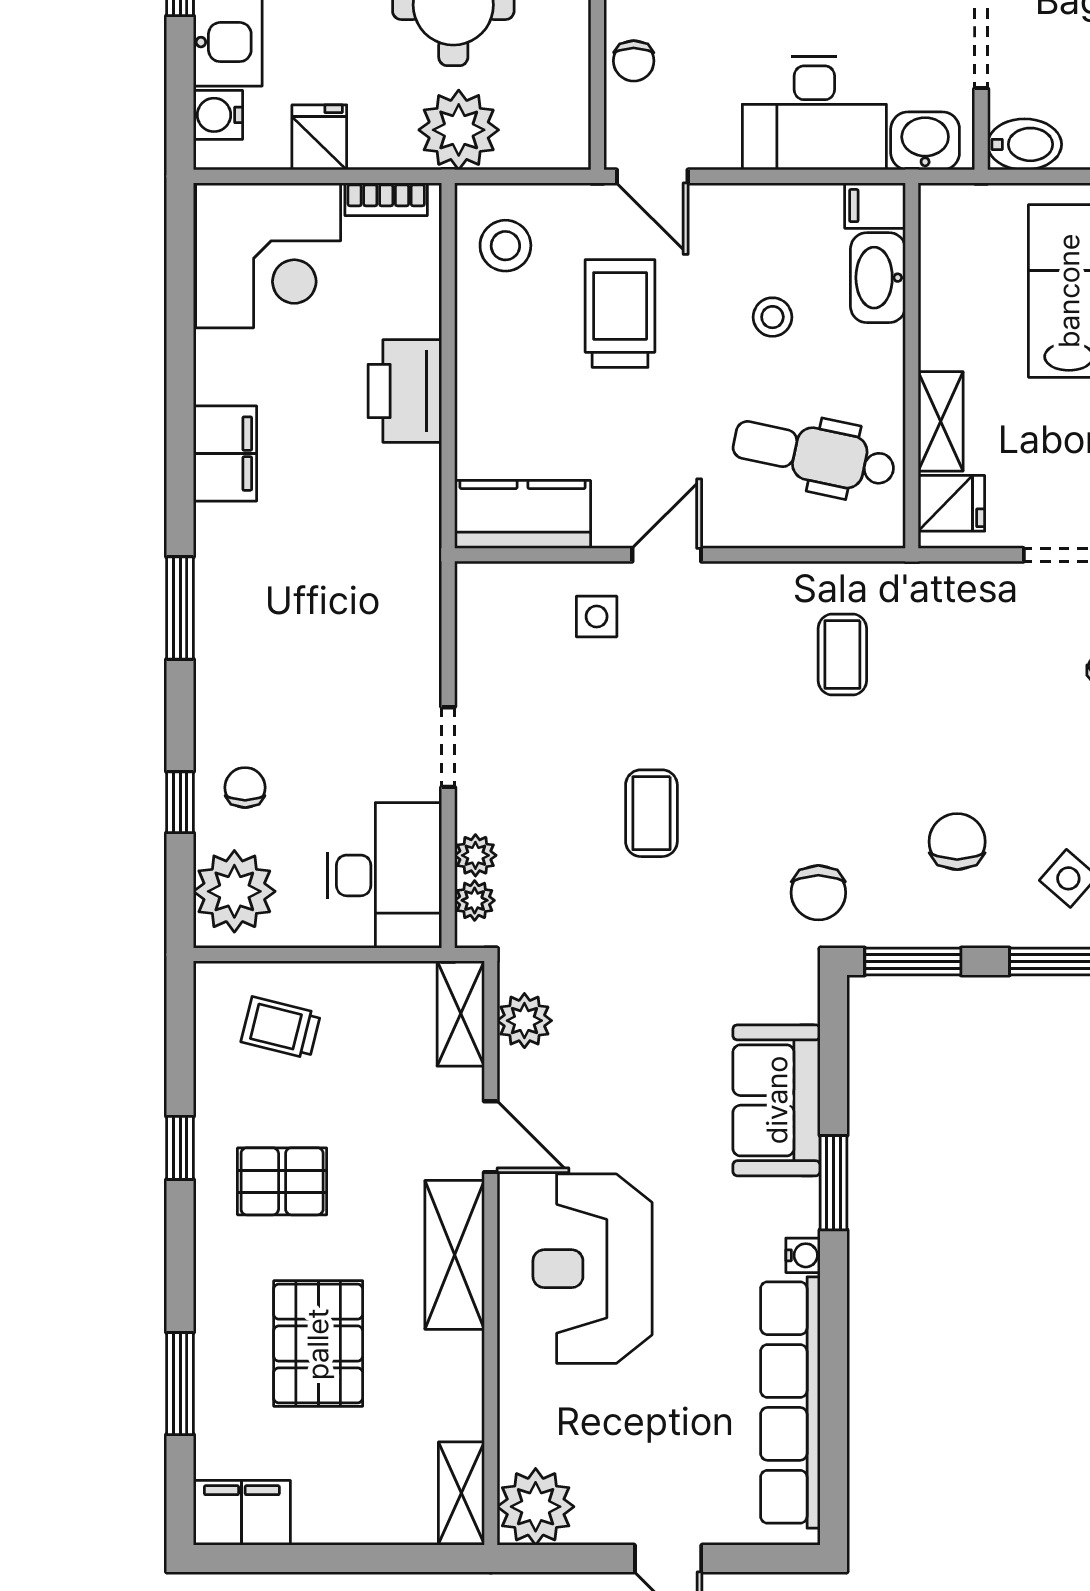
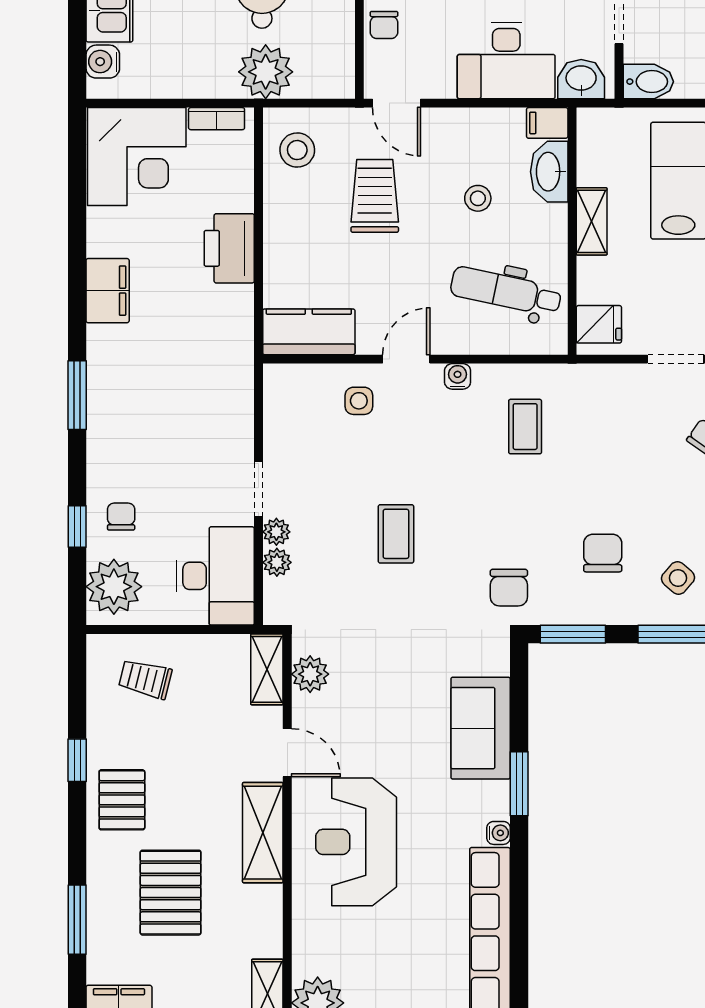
fridge: (319, 137) -> (171, 77), removed
shelving: (941, 421) -> (592, 221), moved
water cooler: (742, 580) -> (458, 376), added
plant: (475, 900) -> (276, 532), moved
pallet: (282, 1181) -> (122, 800), moved, turned 90

